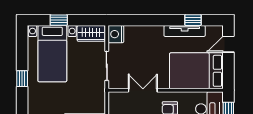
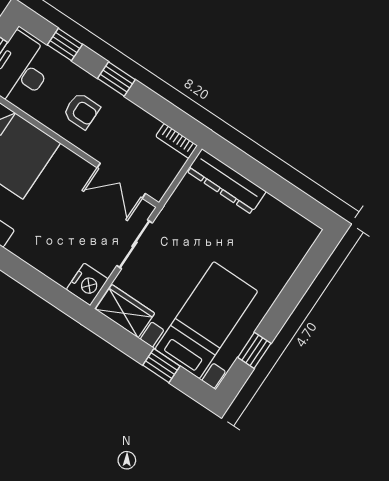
window: (22, 79) -> (254, 350), moved
double door: (143, 90) -> (121, 181), moved

